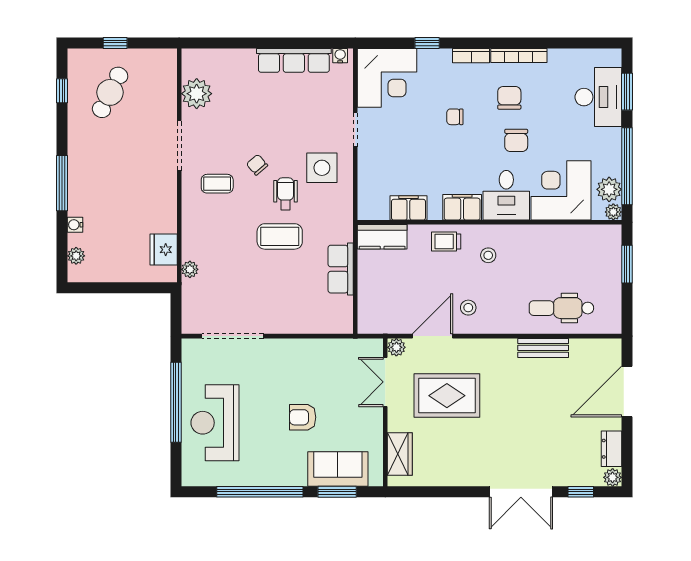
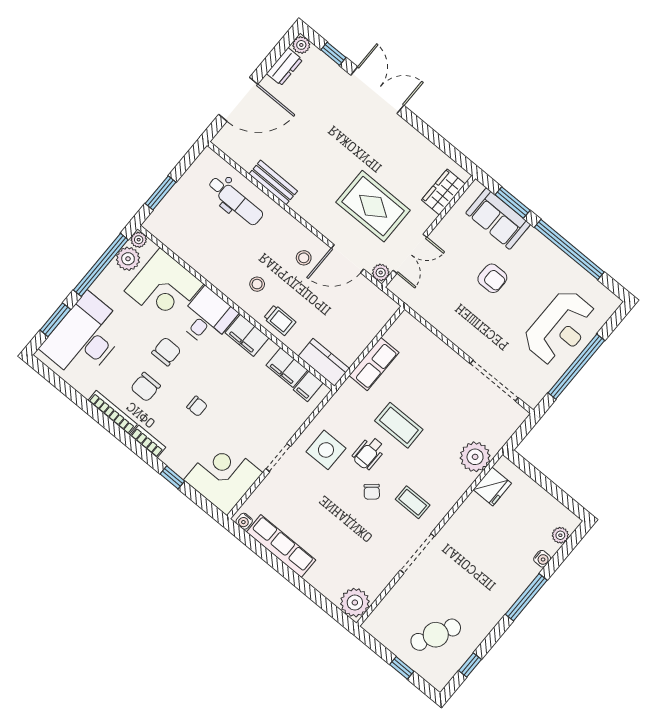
plant: (197, 94) -> (355, 603), moved
desk: (598, 97) -> (85, 337), width x1.36, depth x1.30
filing cabinet: (379, 207) -> (308, 386), added
plant: (190, 269) -> (475, 457), width x1.87, depth x1.87

